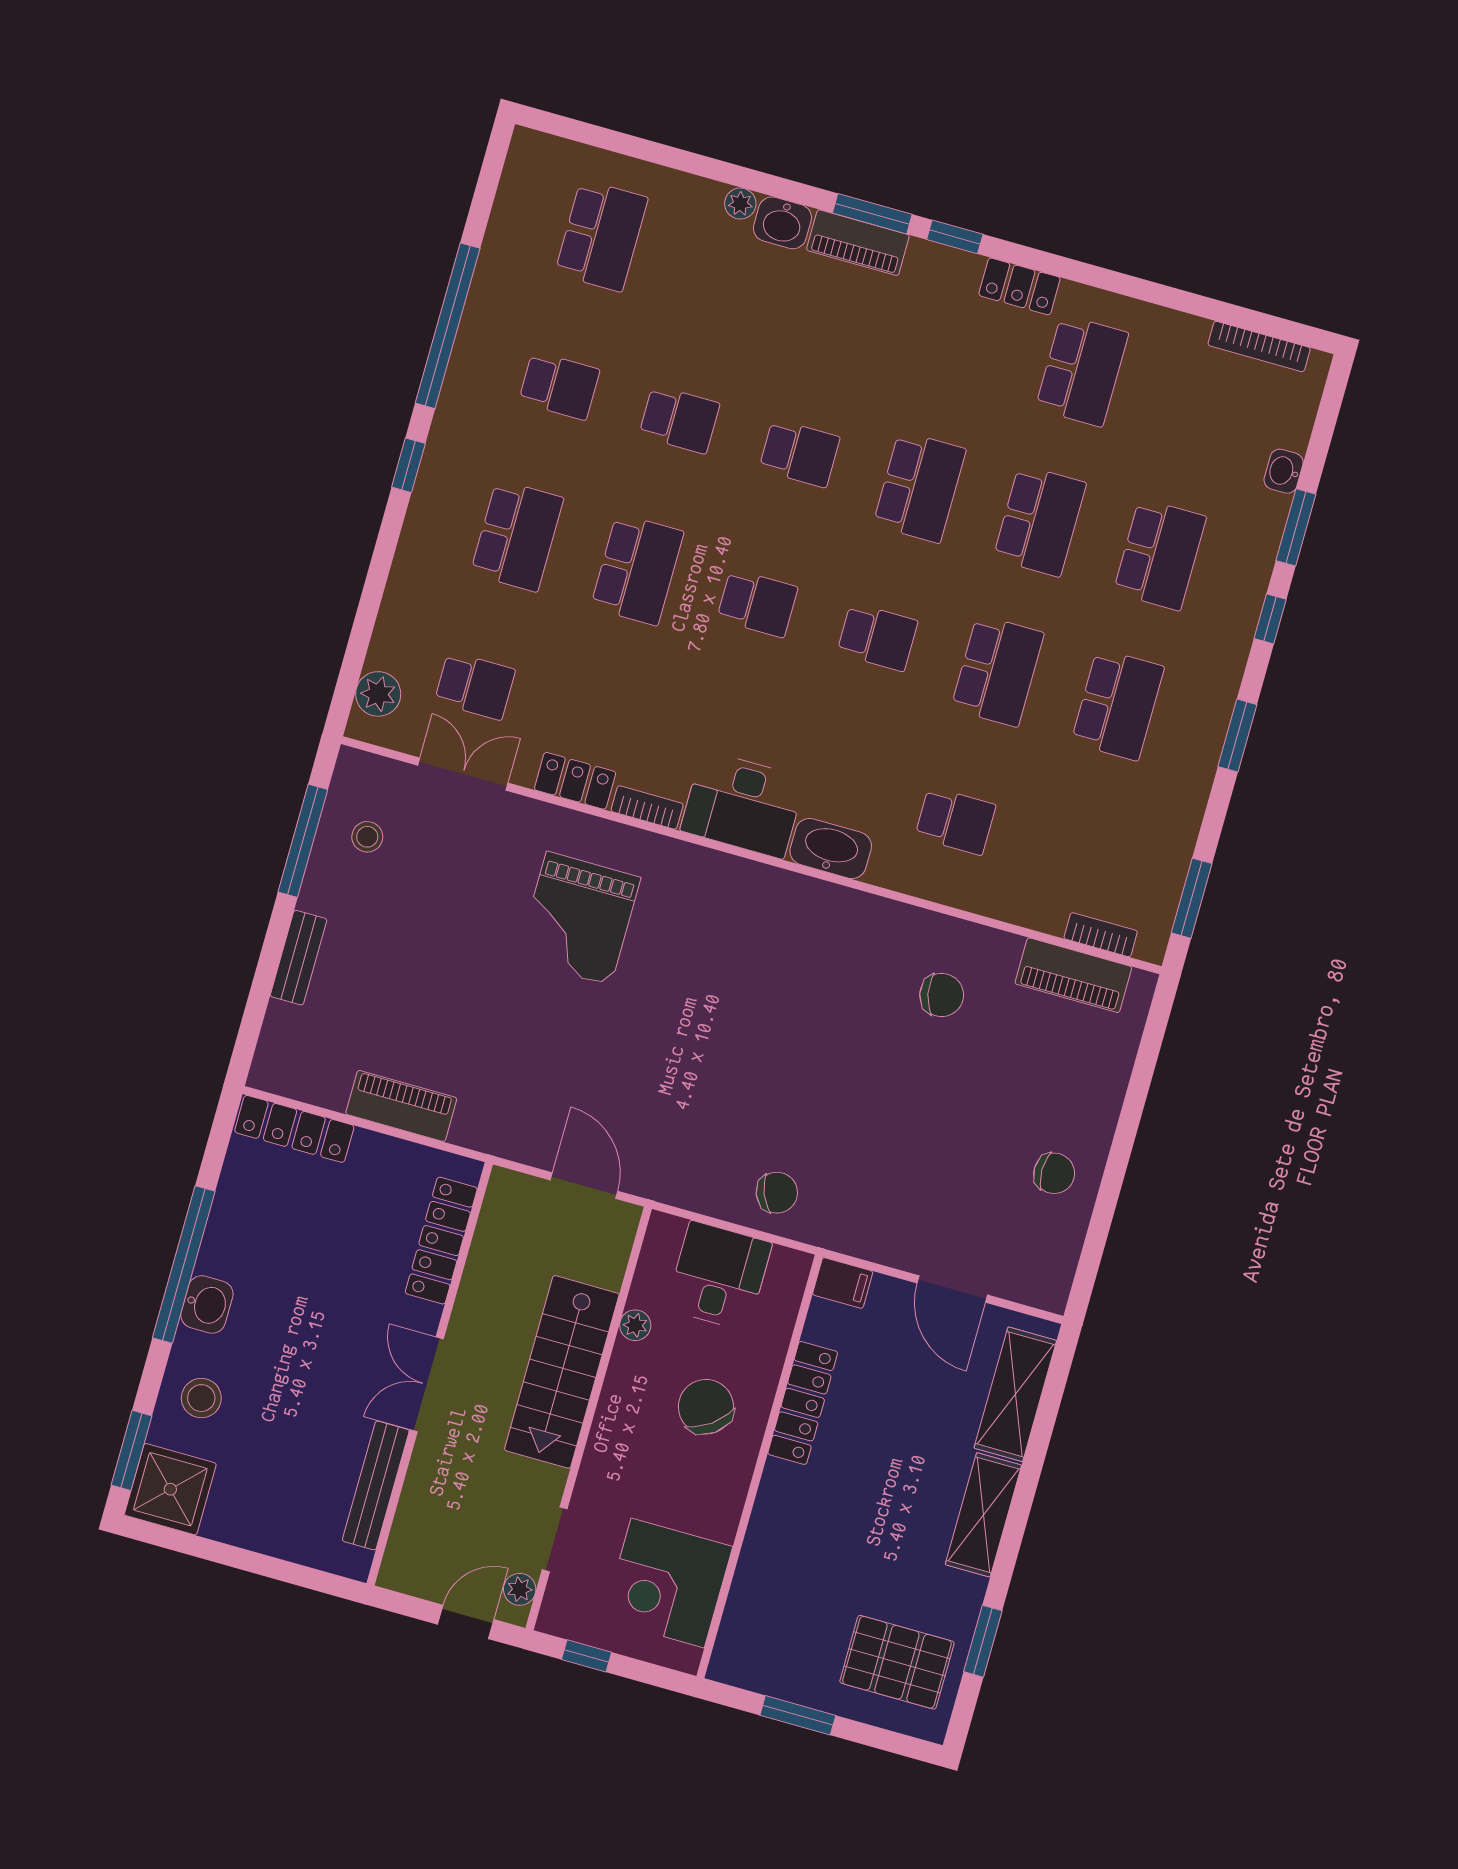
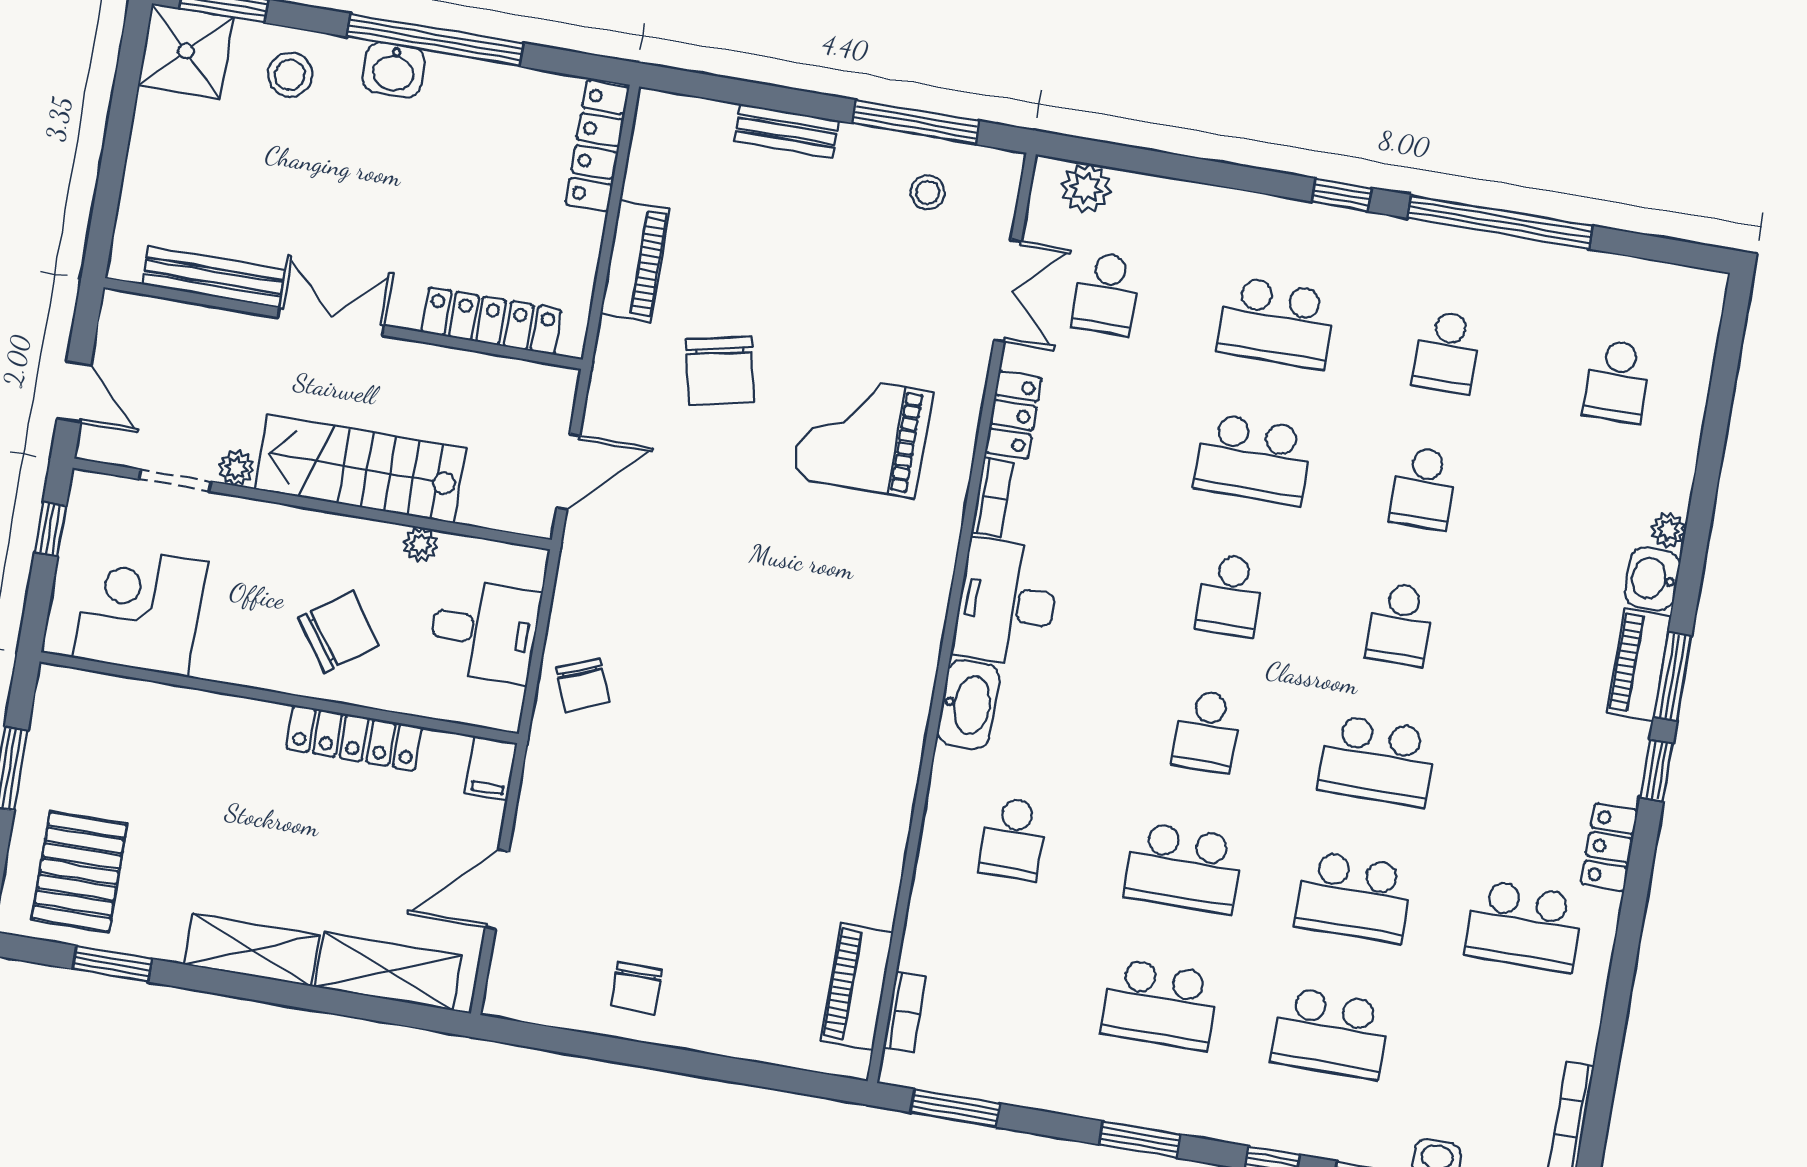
school desk: (601, 236) -> (1617, 381), width x0.54
chair: (942, 995) -> (720, 371), moved, width x1.37, depth x1.37
plant: (520, 1589) -> (236, 468), moved

